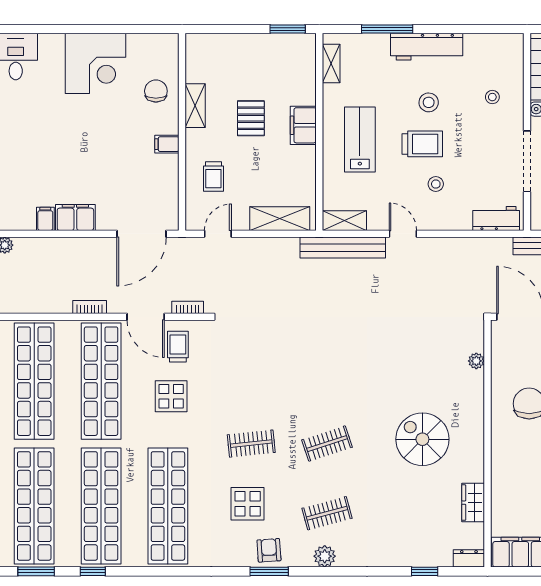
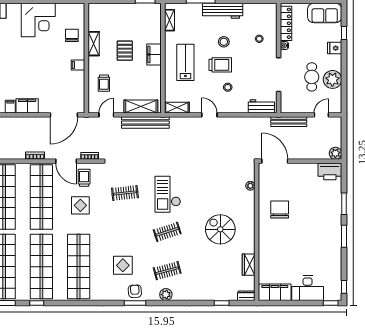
bench: (343, 247) -> (145, 123), moved
checkout: (328, 376) -> (168, 194), added
clothes rail: (251, 444) -> (125, 193), moved

